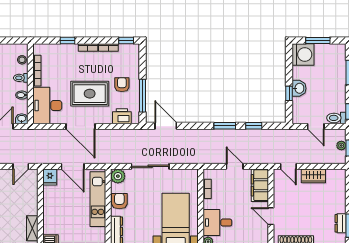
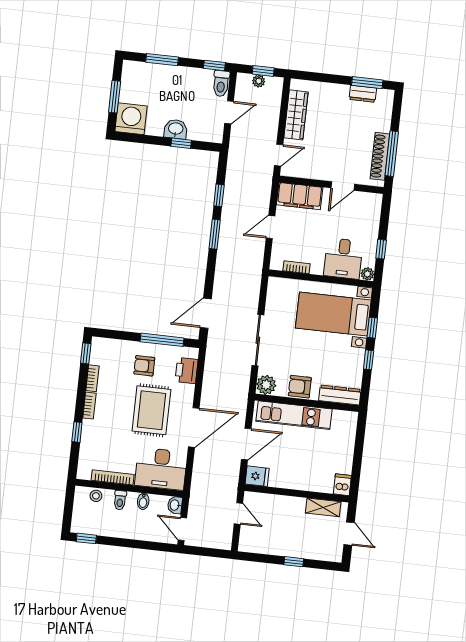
wardrobe: (313, 176) -> (296, 115), width x1.50

